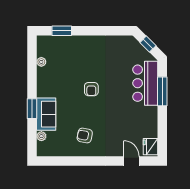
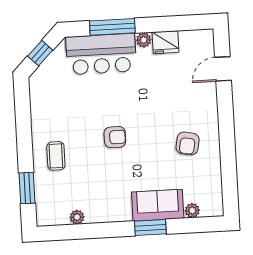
coffee table: (81, 51) -> (56, 156), added
plant: (153, 111) -> (144, 40), added
fridge: (151, 147) -> (165, 42), moved

